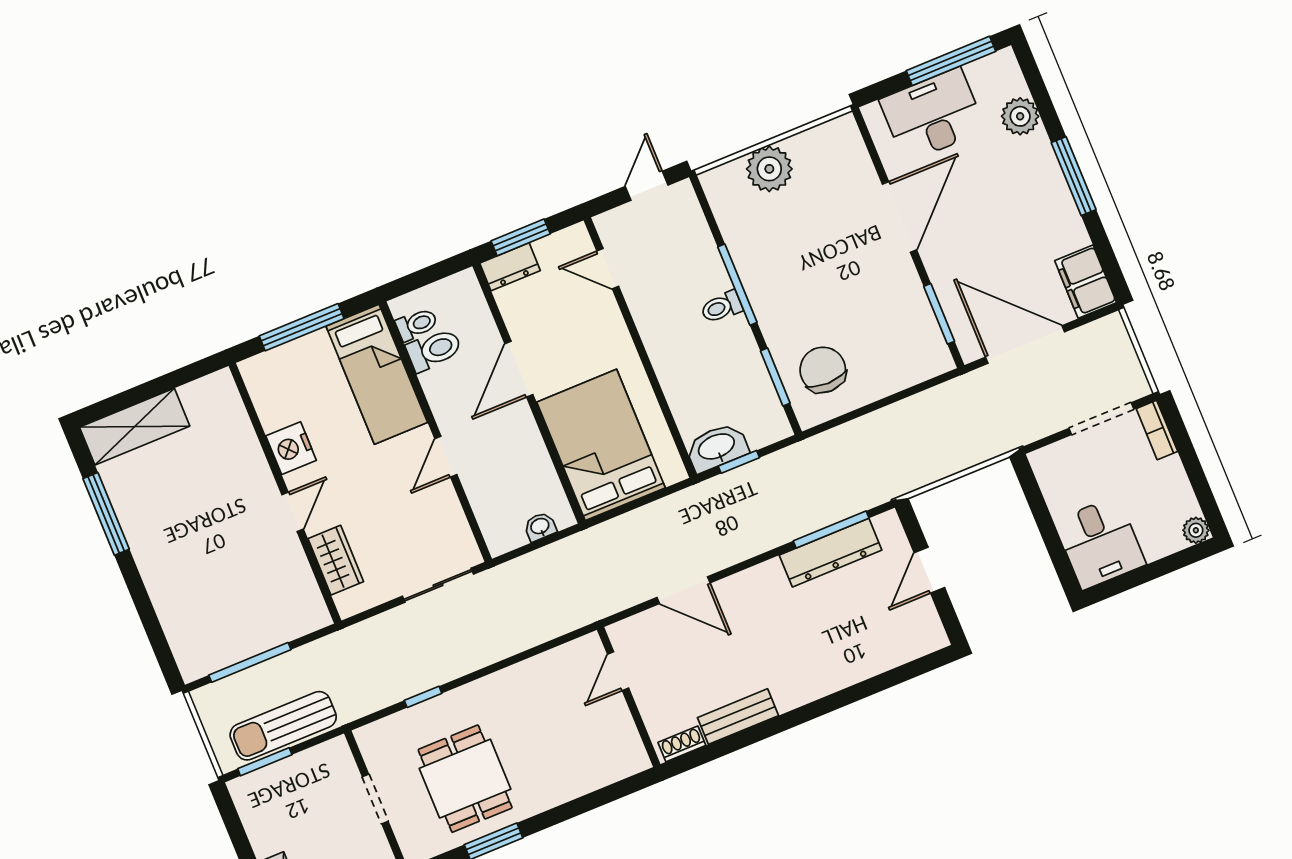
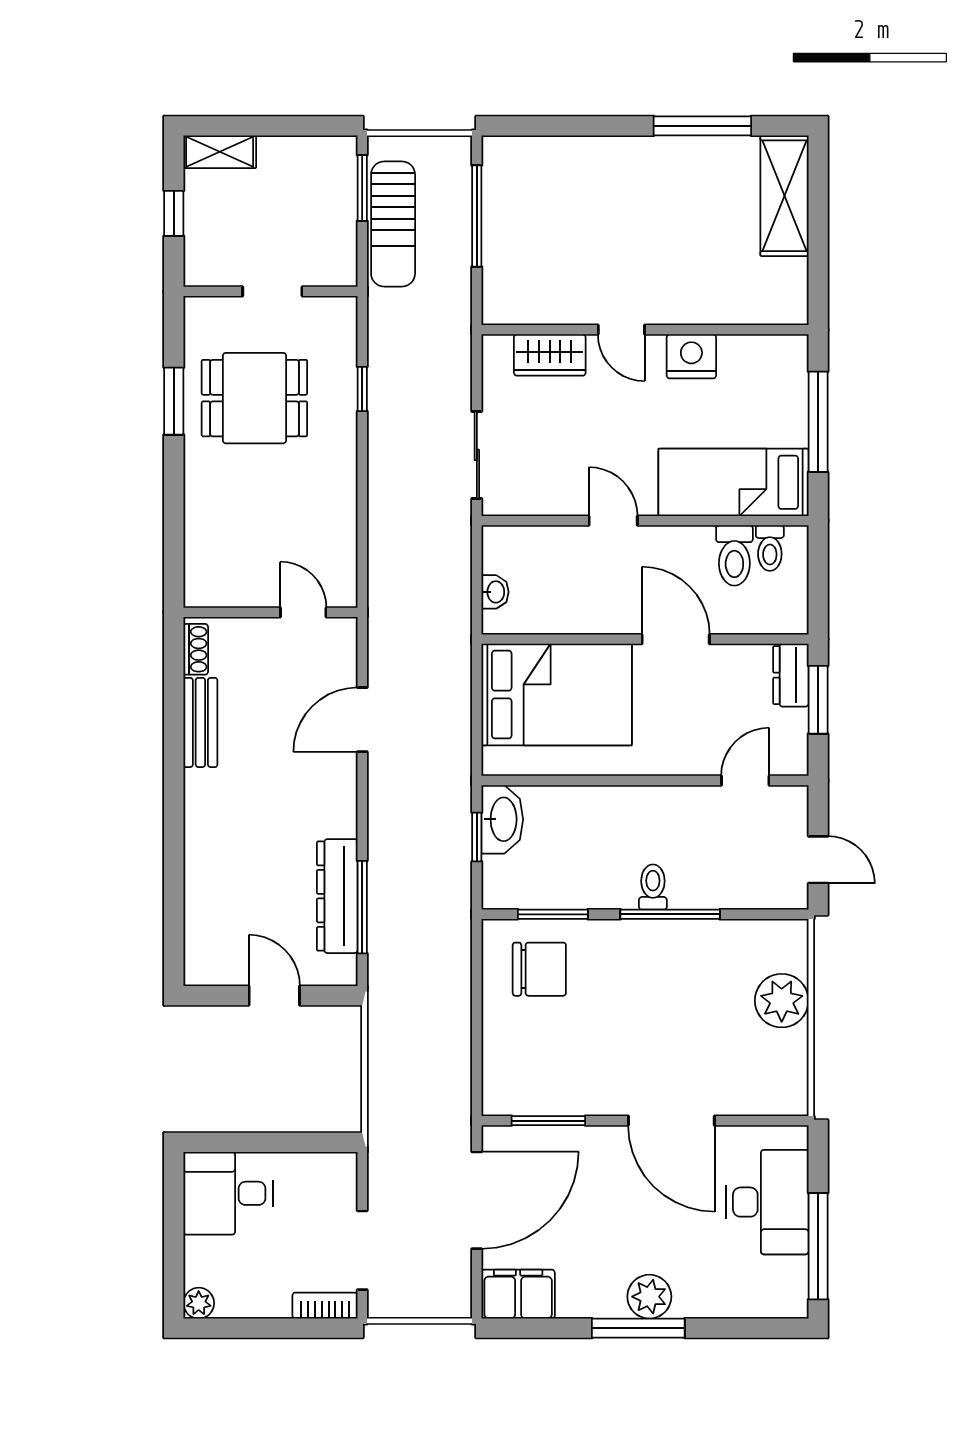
plant: (1020, 116) -> (649, 1297), moved
sun lounger: (283, 726) -> (393, 224), turned 180

